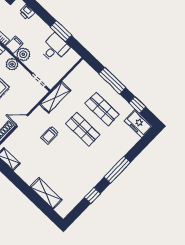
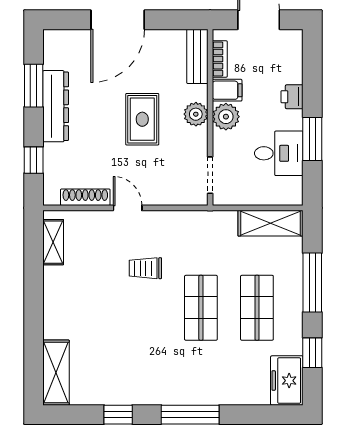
printer: (27, 12) -> (292, 97), moved
shelving: (55, 97) -> (271, 223), moved
shelving: (46, 193) -> (56, 373), moved

